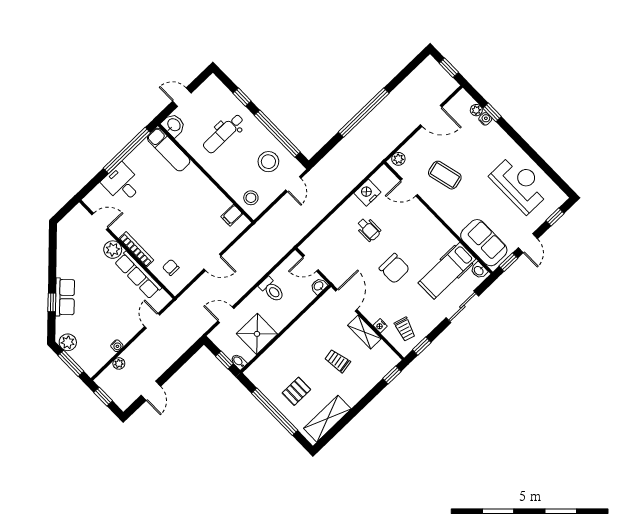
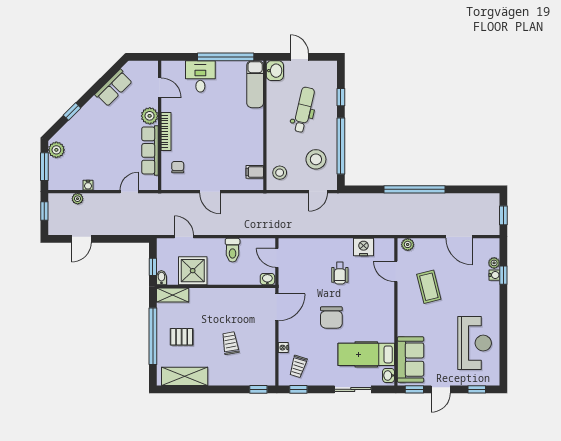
dental chair: (223, 133) -> (304, 110), turned 103
row of seats: (65, 297) -> (114, 88), moved
shelving: (364, 332) -> (173, 295), moved, turned 90

